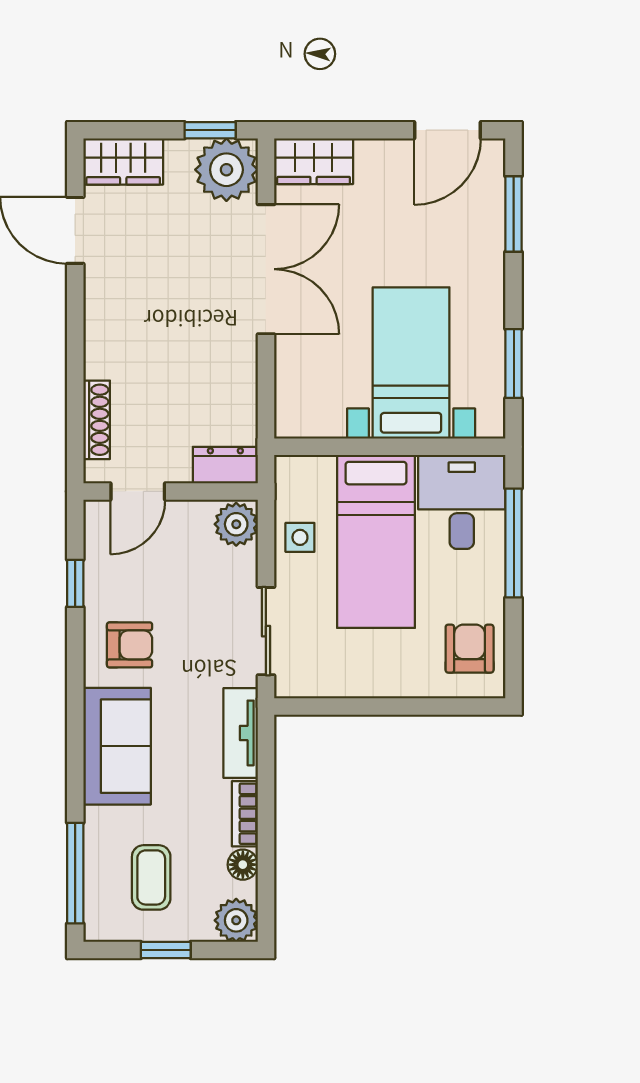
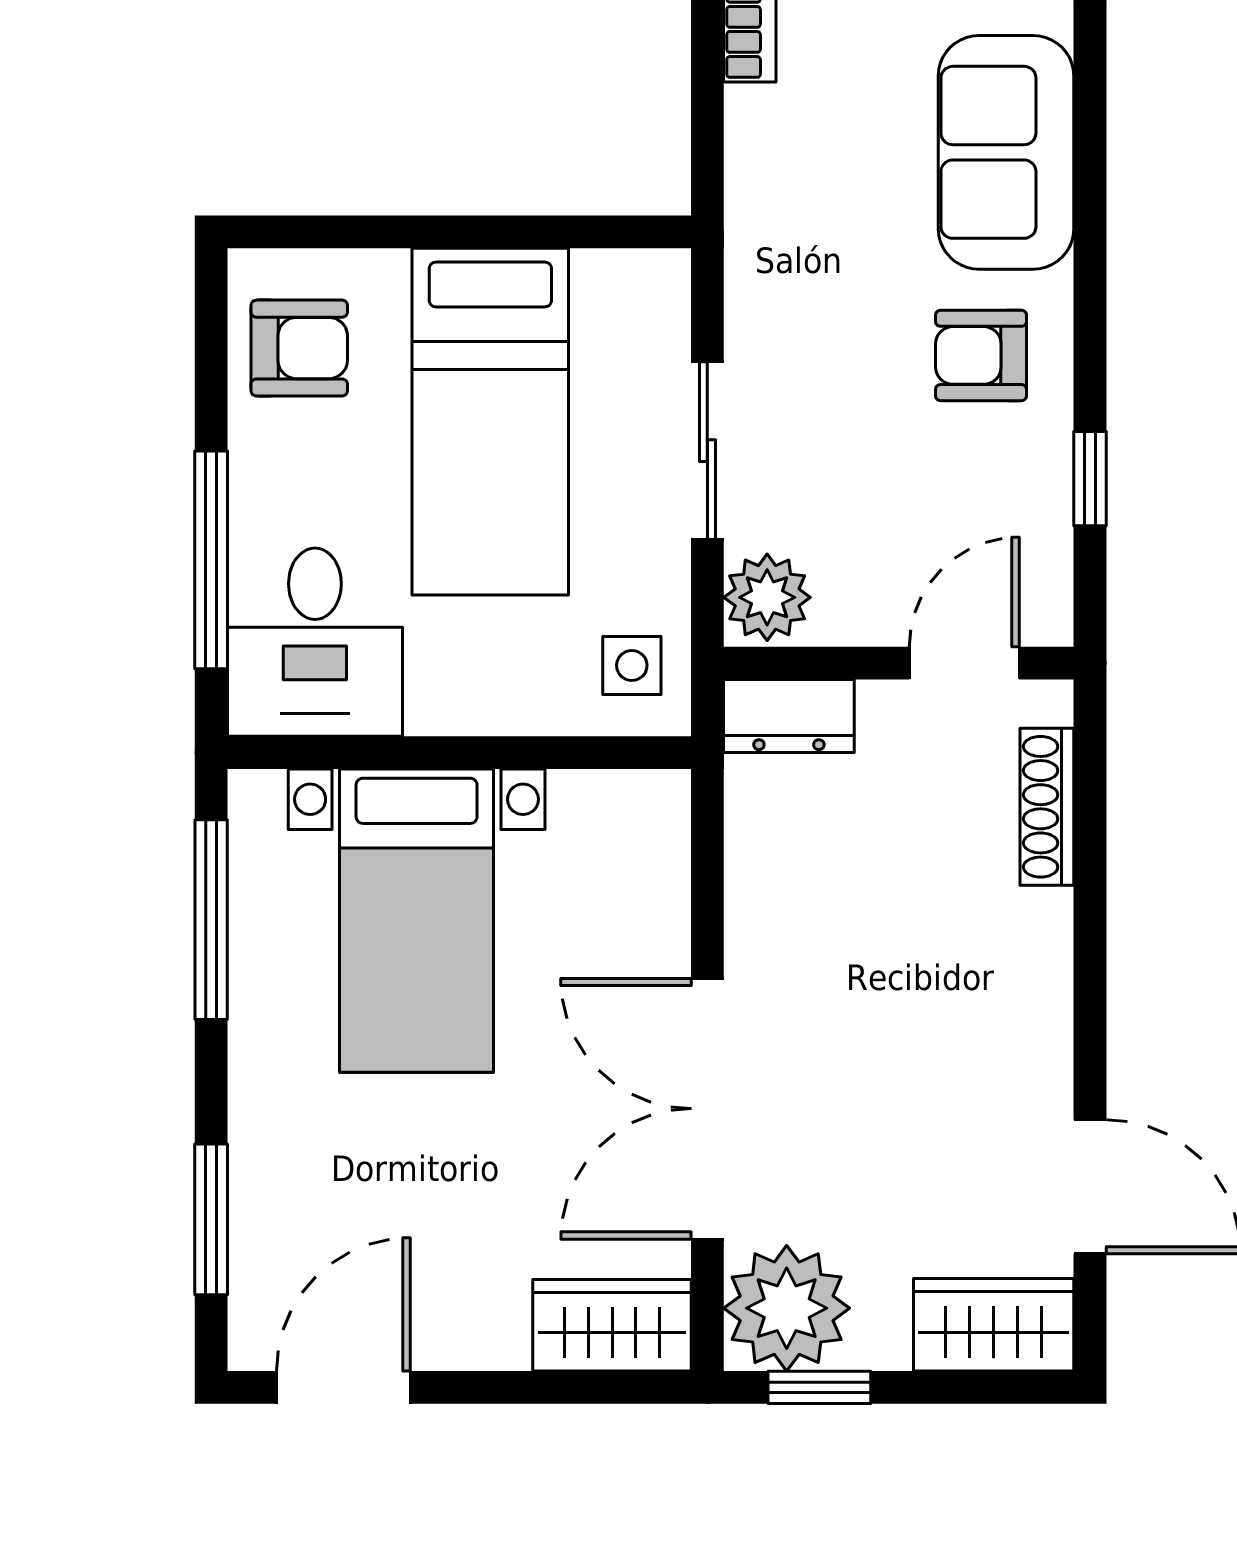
window: (514, 364) -> (211, 920), width x1.44
side table: (300, 537) -> (632, 665), moved
bed: (376, 541) -> (490, 422), moved, turned 180
sliding door: (266, 631) -> (707, 451), moved
armchair: (470, 649) -> (299, 348), turned -90
tv unit: (241, 733) -> (758, 179), removed

